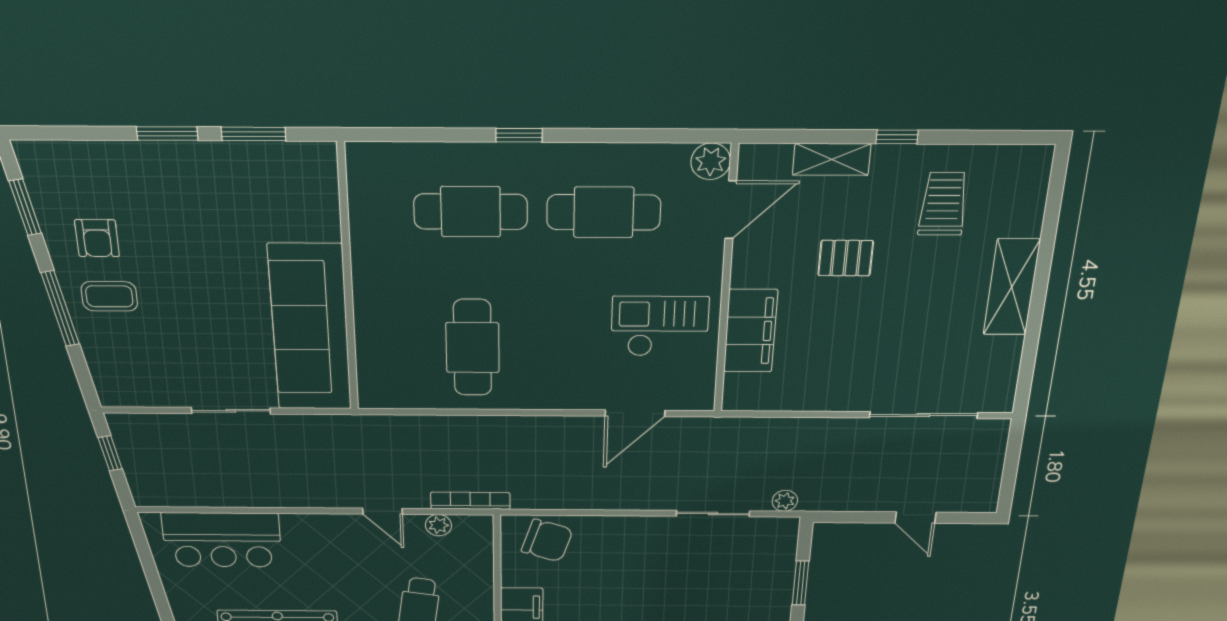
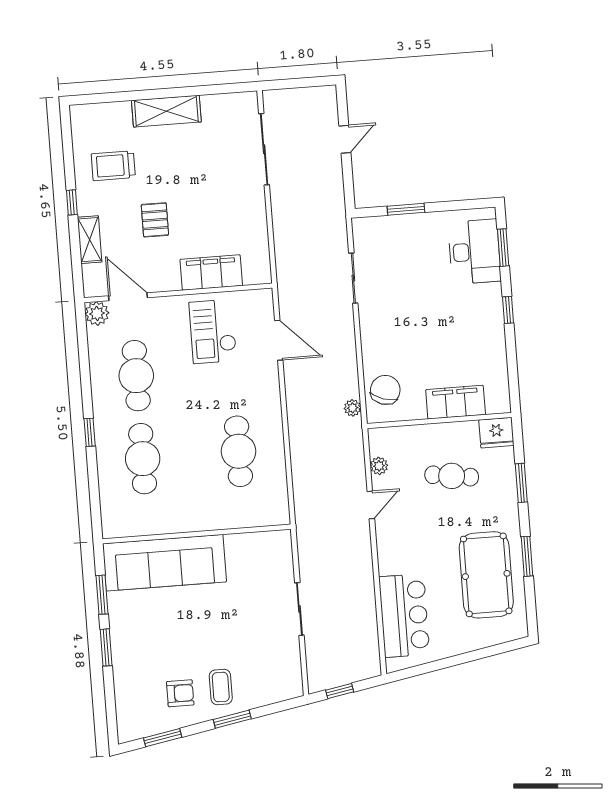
window: (60, 309) -> (232, 719), width x0.69
sofa: (310, 328) -> (165, 563), moved
cafe table: (473, 348) -> (238, 451), turned 90
bookcase: (470, 501) -> (357, 445), removed
plant: (785, 501) -> (353, 408), moved

